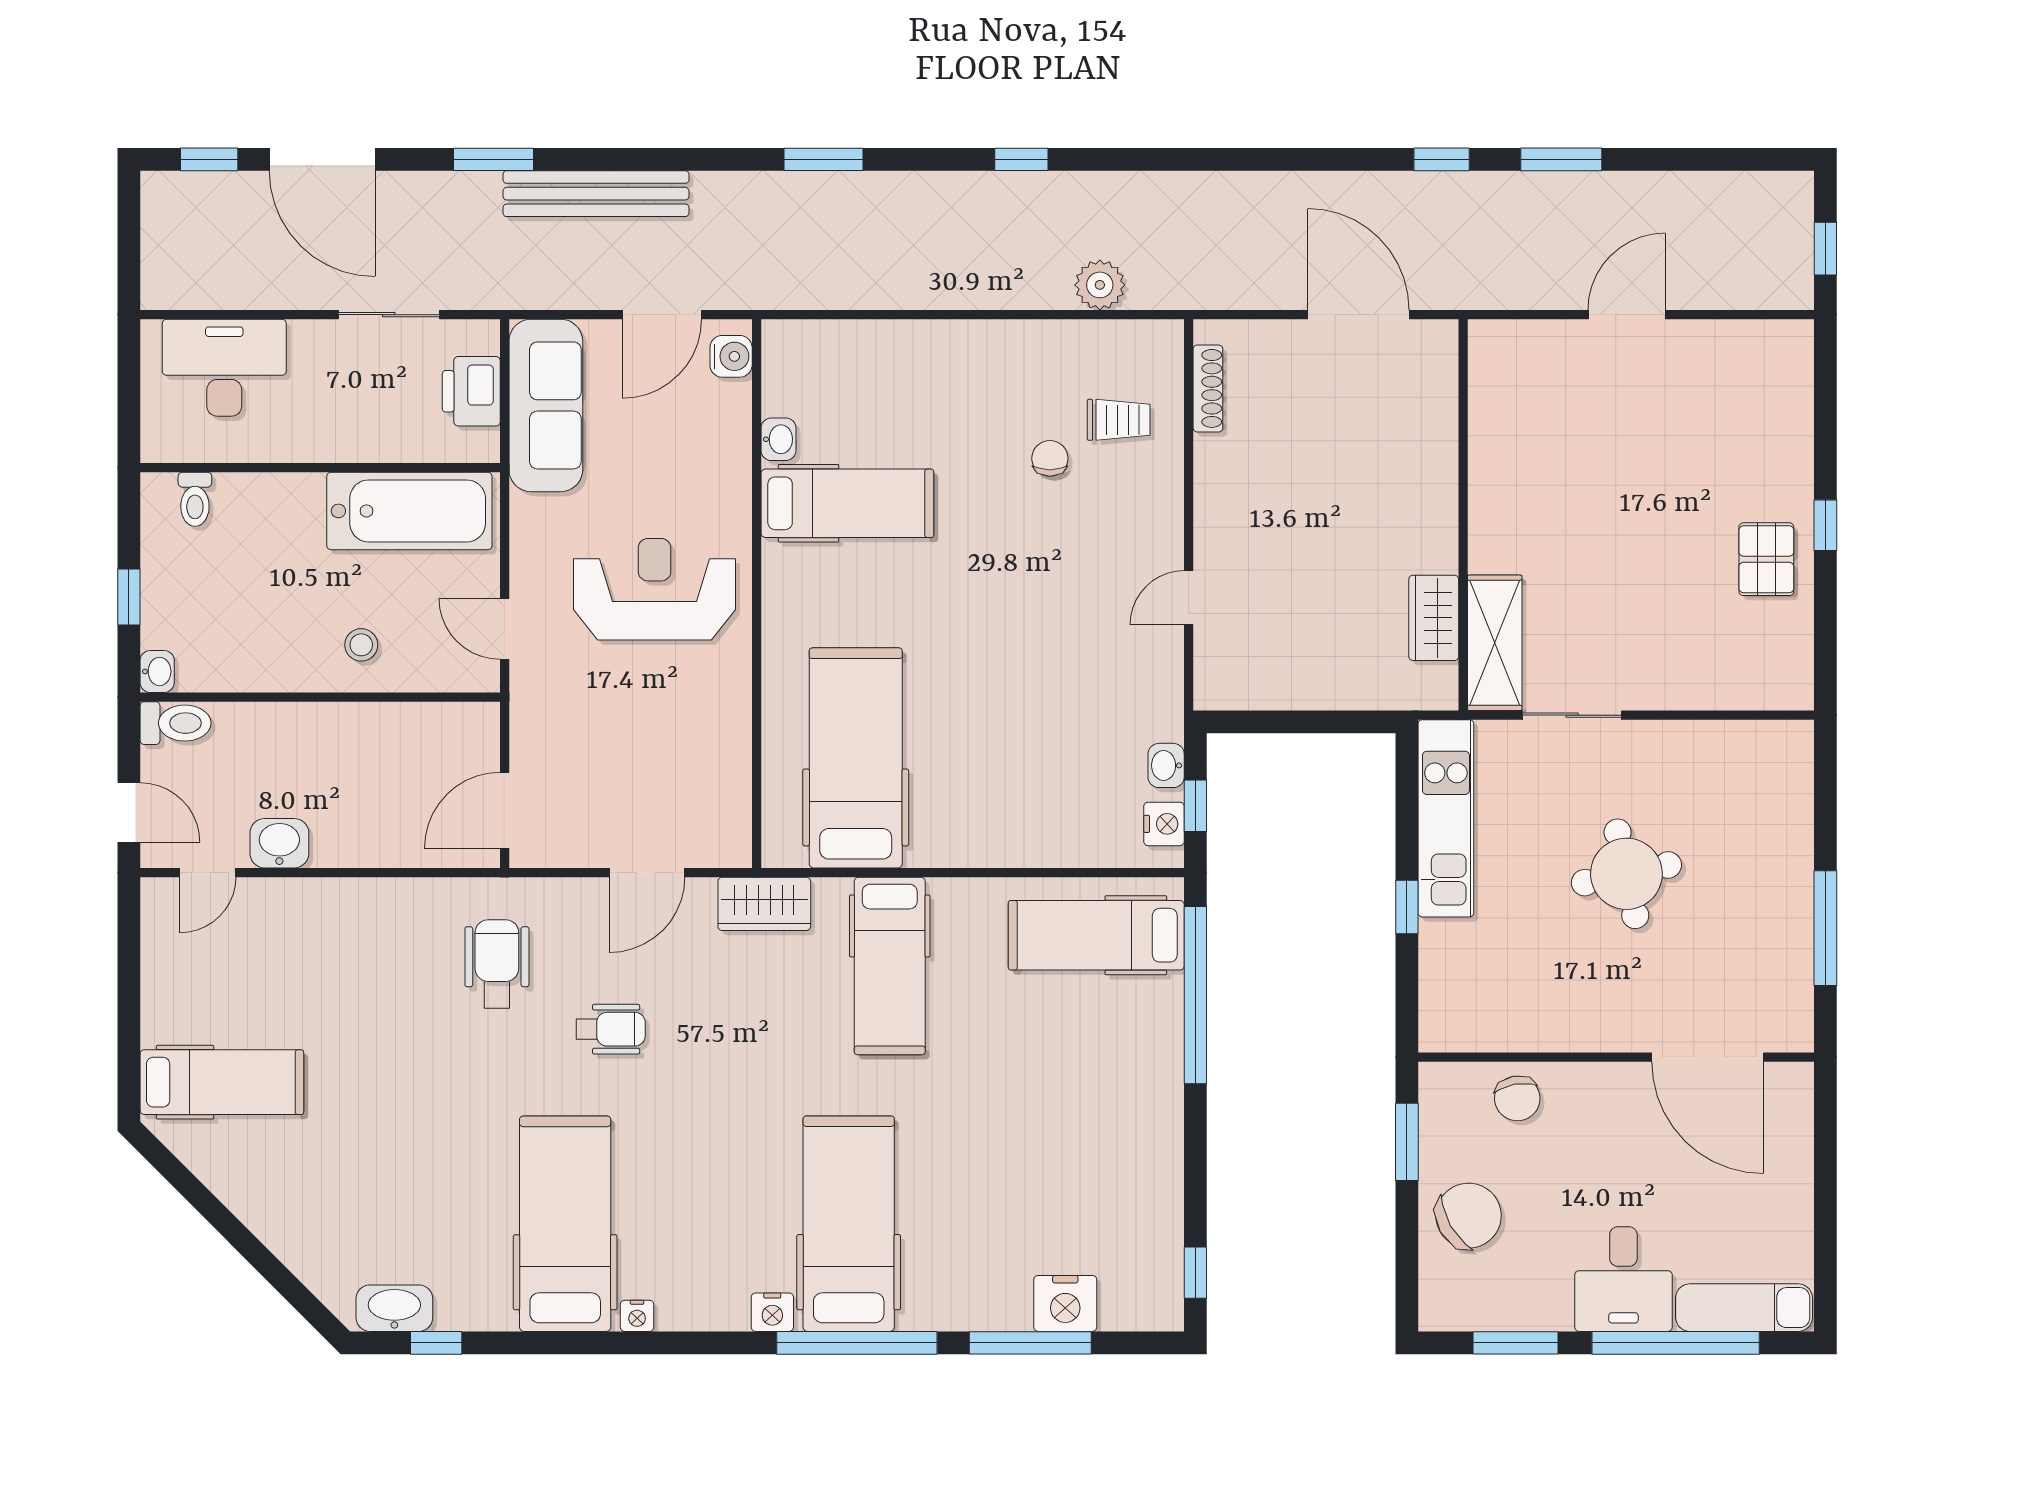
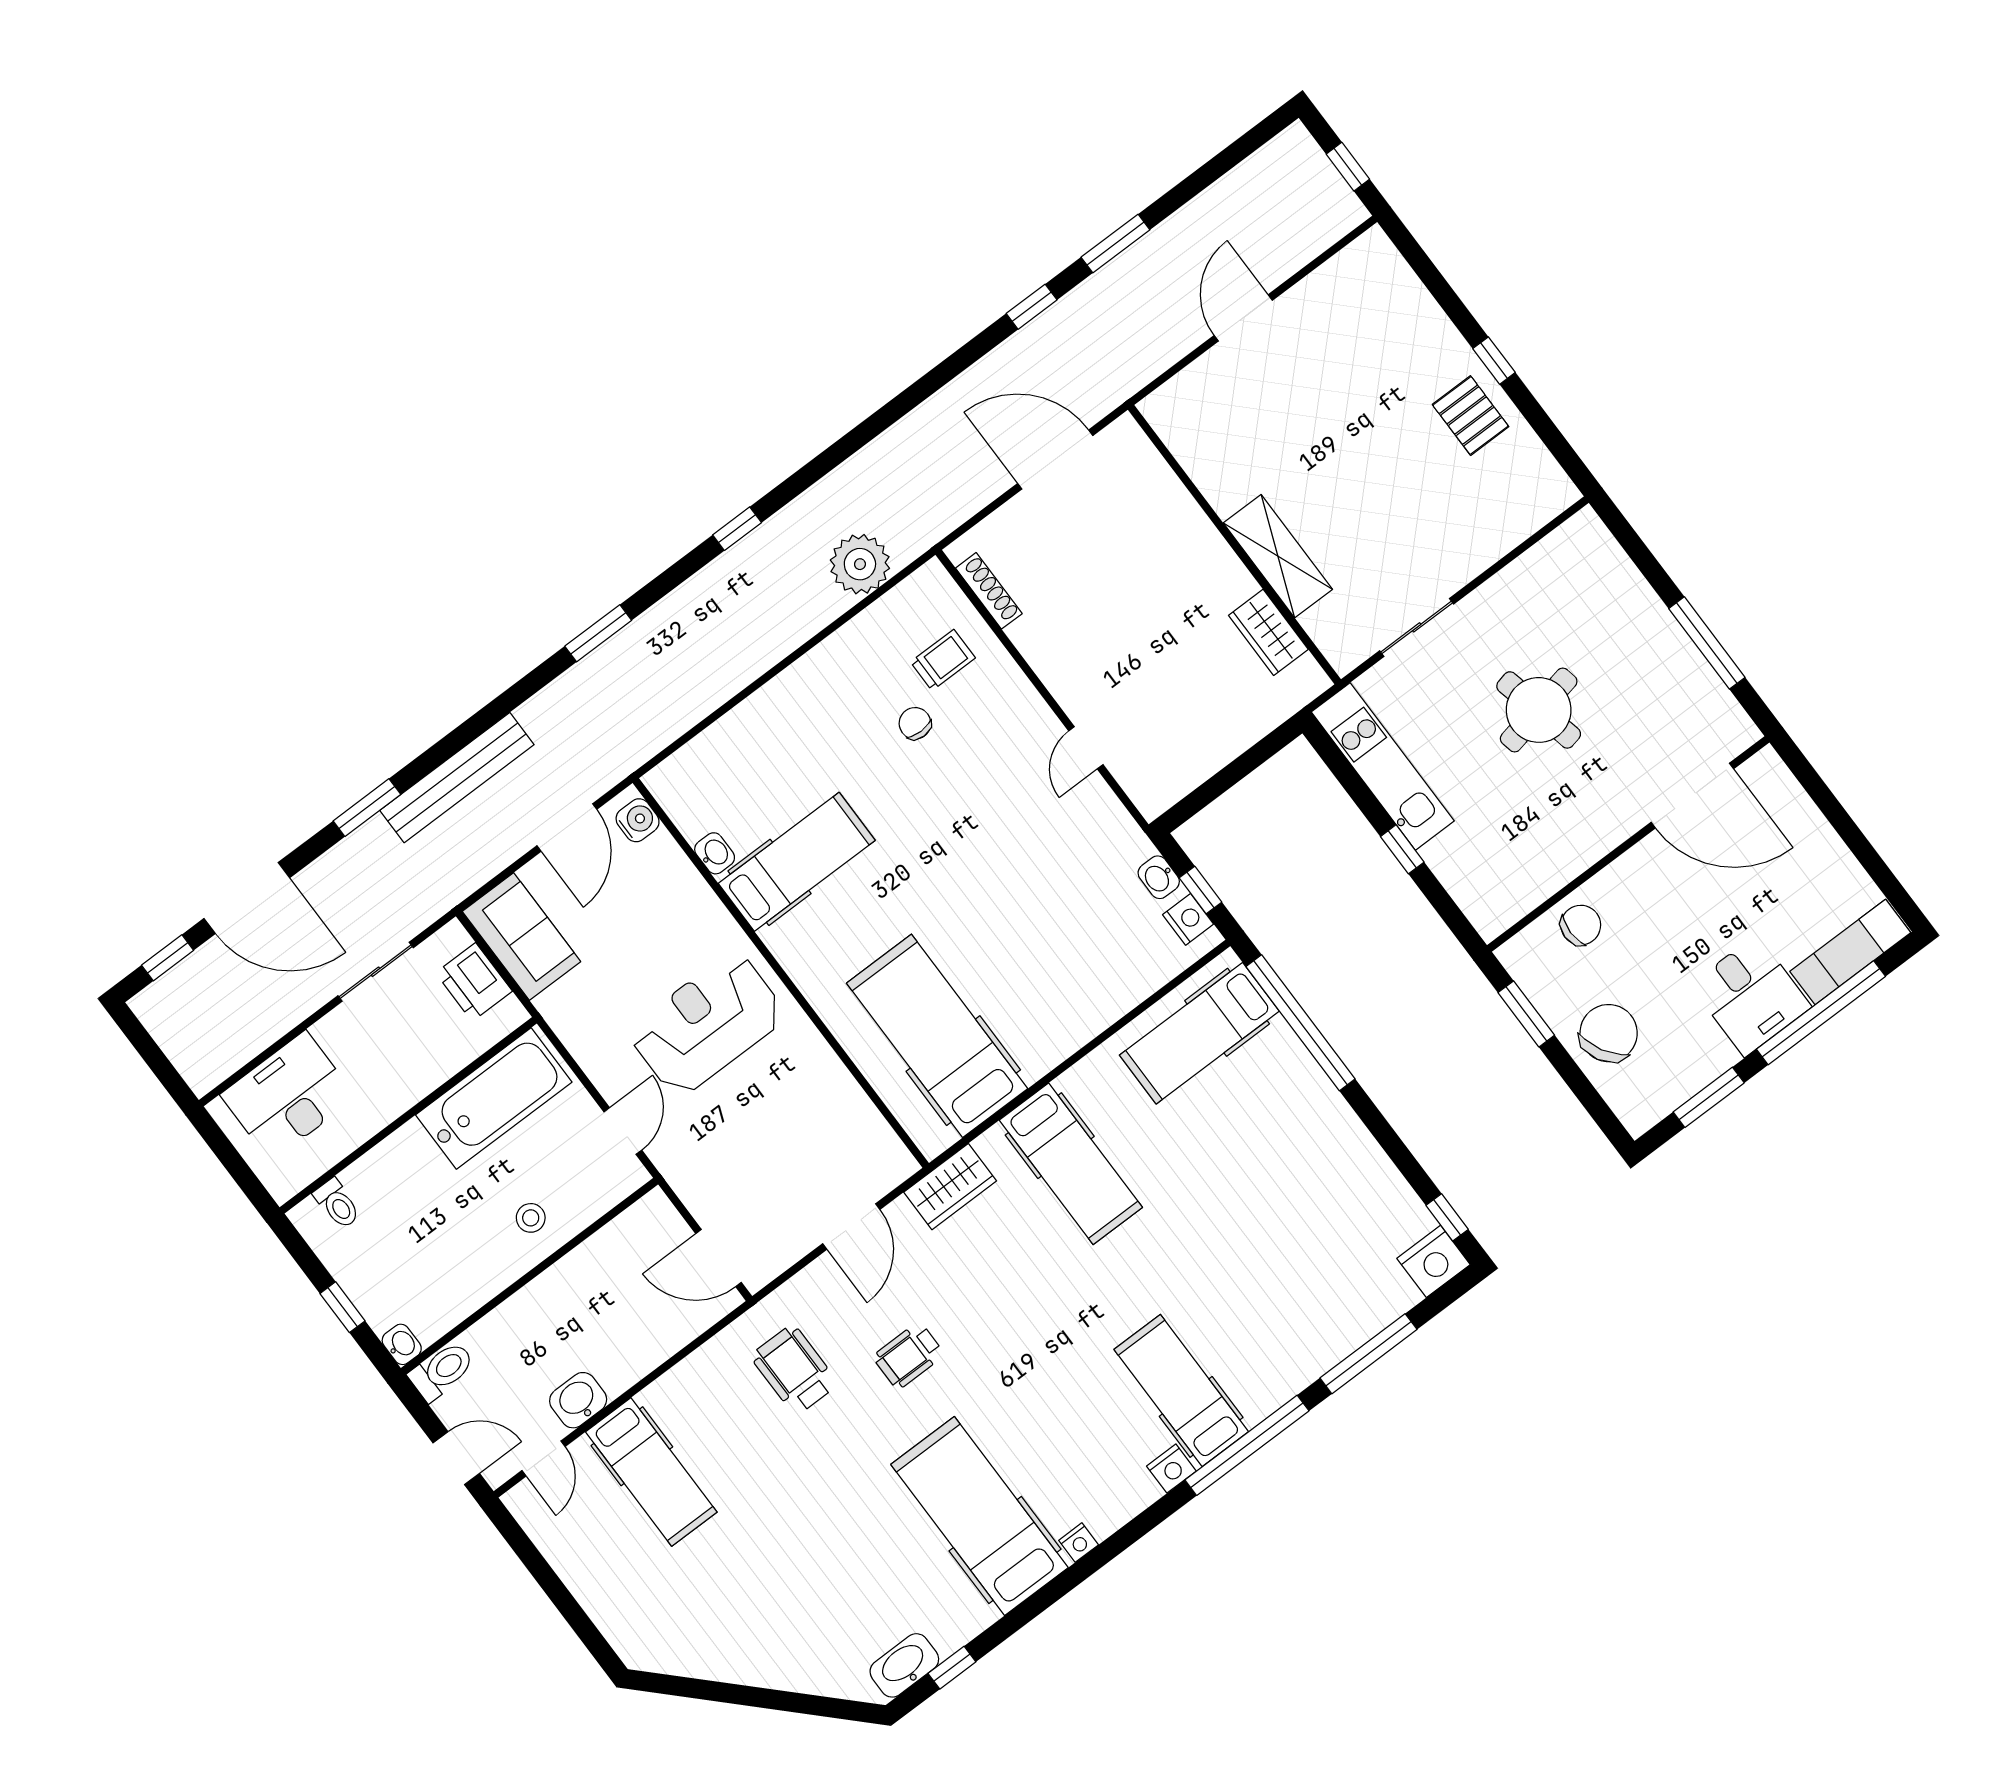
plant: (1100, 285) -> (860, 564), width x1.36, depth x1.36
sofa: (546, 405) -> (522, 936), width x0.73
door: (505, 629) -> (623, 1131), swing flipped
shelving: (1495, 643) -> (1278, 556), moved
door: (505, 810) -> (719, 1258), hinge flipped
wheelchair: (611, 1029) -> (909, 1356), turned 180
hospital bed: (222, 1082) -> (651, 1472), moved, turned 90
chair: (1517, 1098) -> (1581, 925), turned -80
hospital bed: (849, 1224) -> (1181, 1391), width x0.73, depth x0.78
nightstand: (1065, 1303) -> (1434, 1261), moved

